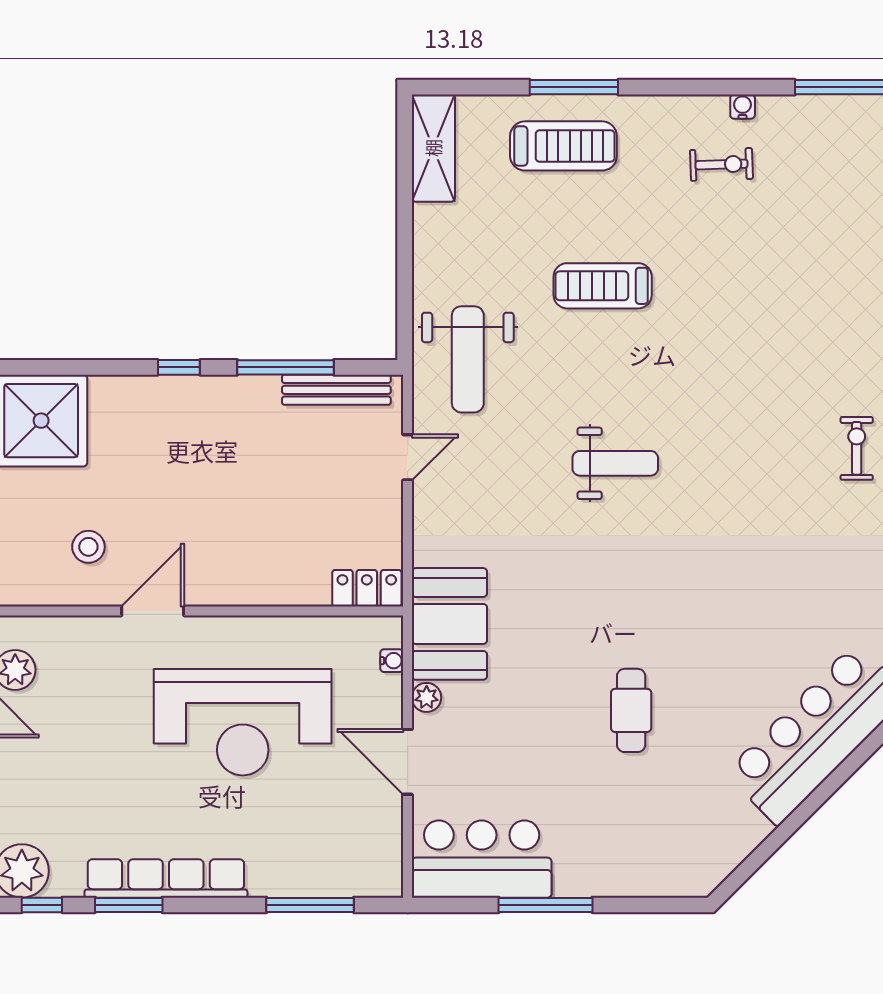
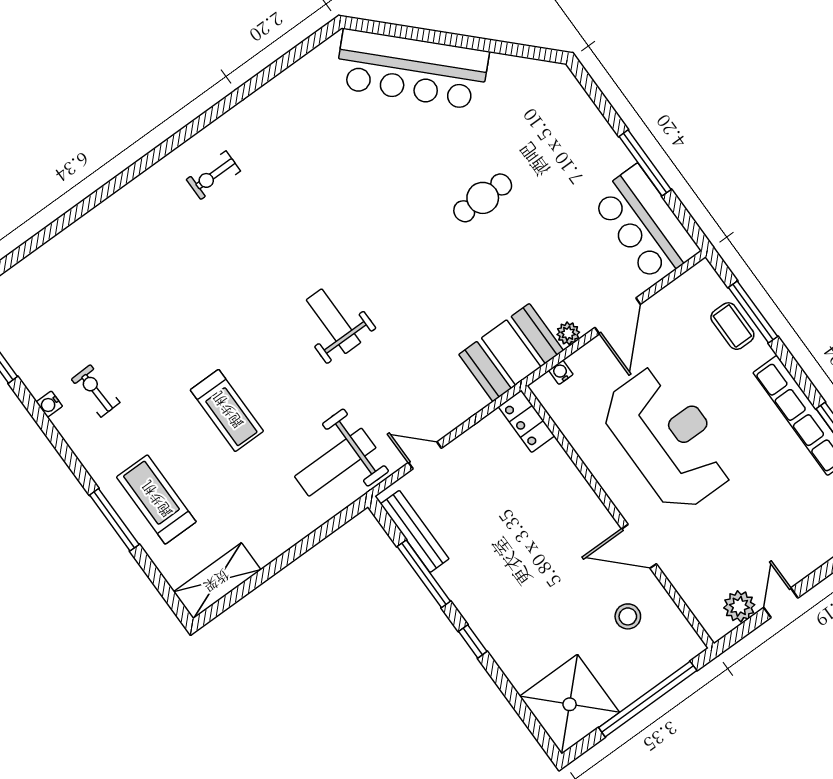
weight bench: (468, 359) -> (335, 462), turned 180
coffee table: (311, 873) -> (732, 326), added

